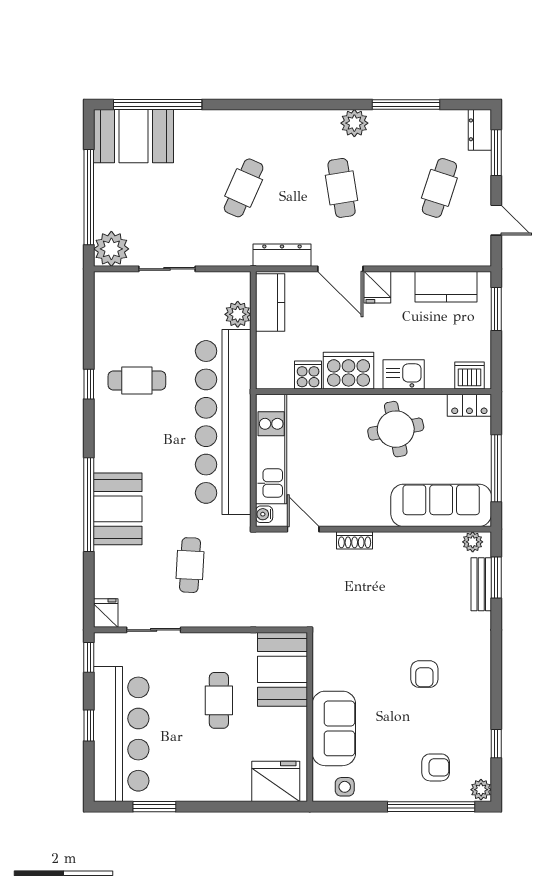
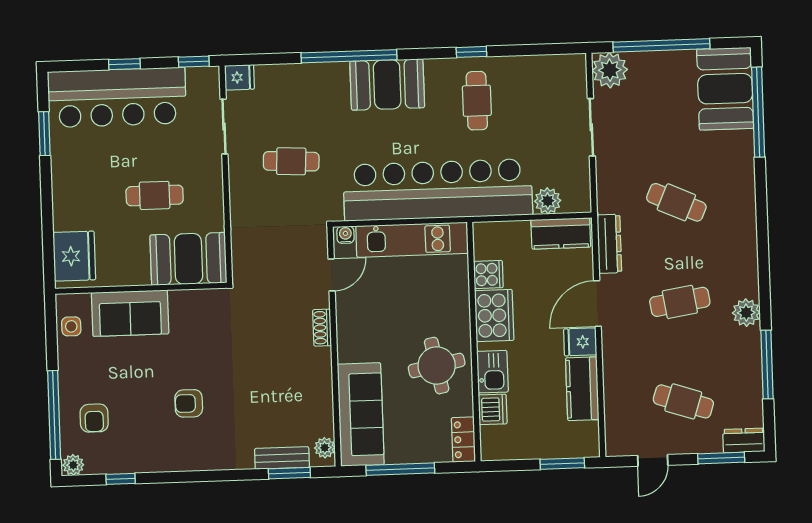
kitchen counter: (446, 287) -> (582, 389), moved
dishwasher: (470, 376) -> (493, 409), moved
booth: (118, 509) -> (387, 84), moved

